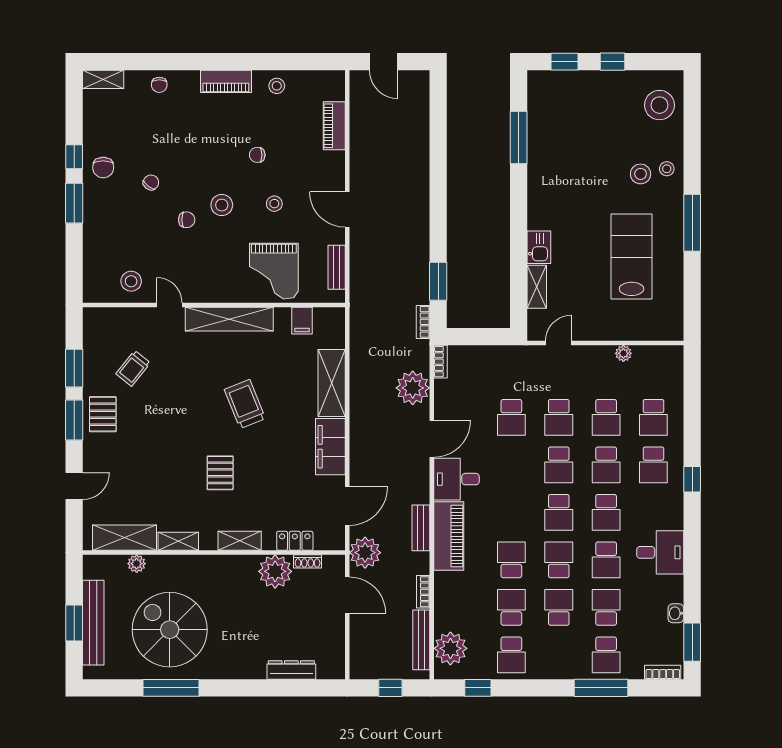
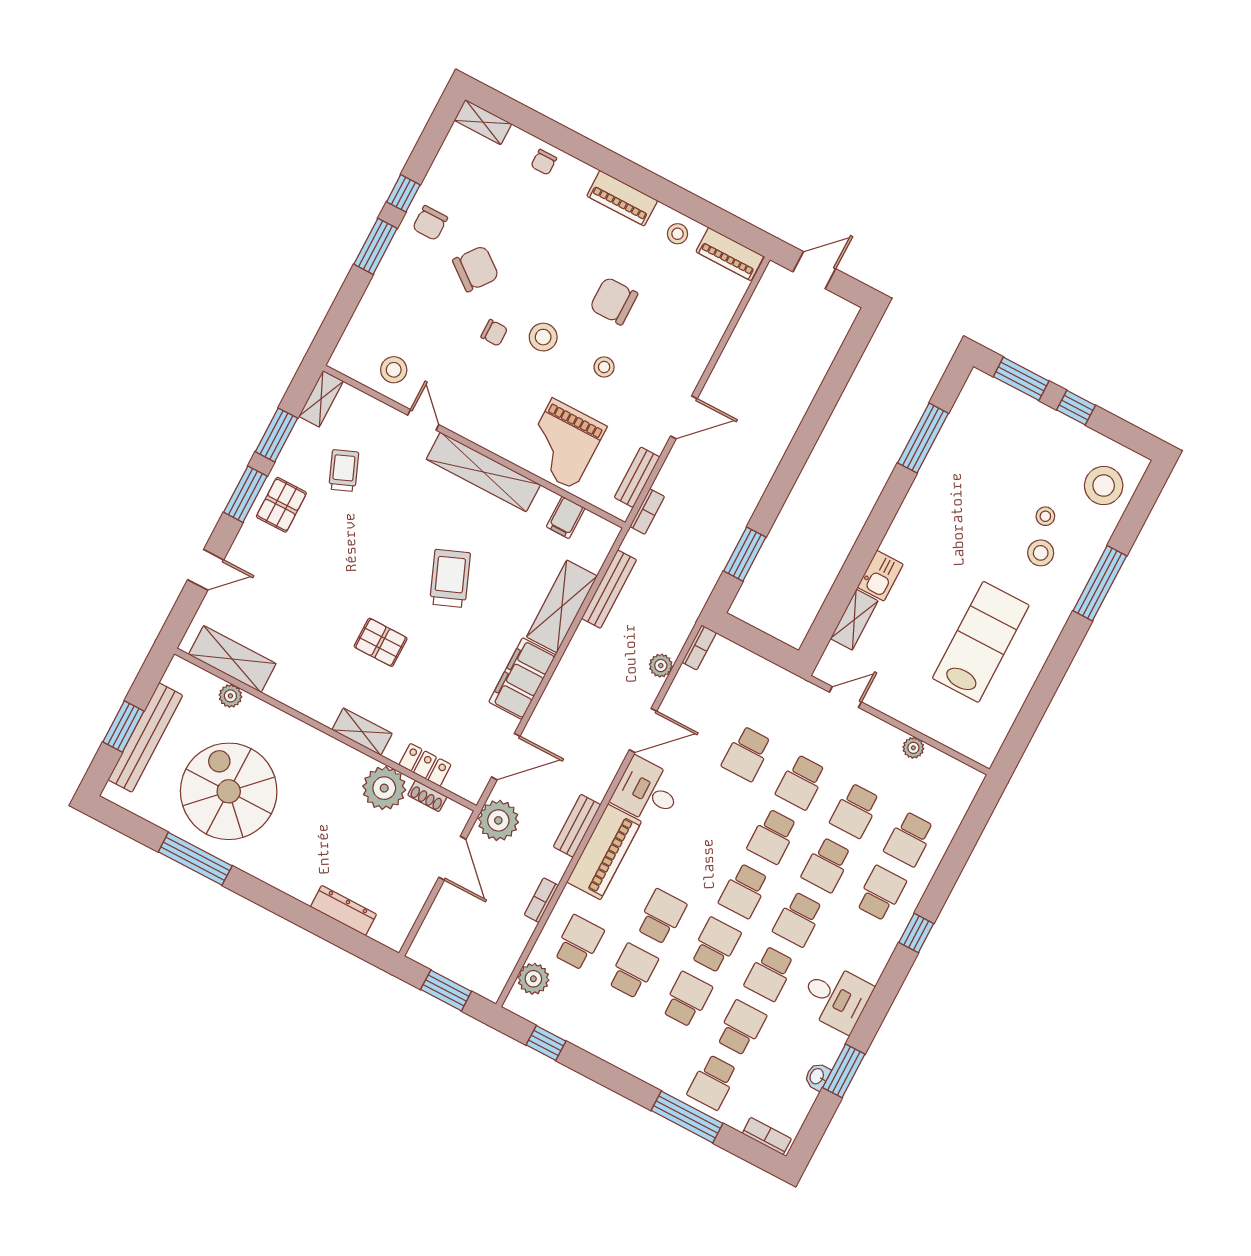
door: (384, 62) -> (814, 270), swing flipped
window: (564, 62) -> (1021, 379), width x1.50
piano: (334, 126) -> (730, 254), moved, turned -90
chair: (257, 155) -> (614, 301), width x1.87, depth x1.87
stool: (667, 169) -> (1045, 516), moved
chair: (151, 182) -> (476, 269), width x1.87, depth x1.87
door: (347, 209) -> (684, 417), swing flipped
window: (692, 223) -> (1100, 583), moved
bookcase: (423, 322) -> (647, 512), moved, turned 180
trolley: (133, 368) -> (344, 471), turned 119
plant: (413, 388) -> (661, 666), width x0.53, depth x0.53
school desk: (653, 465) -> (881, 893), turned 180
pallet: (220, 473) -> (381, 642), turned 90
shelving: (178, 541) -> (321, 399), moved, turned 90
bench: (421, 640) -> (609, 589), moved
window: (692, 642) -> (844, 1071), moved
plant: (450, 648) -> (533, 979), width x0.73, depth x0.73
school desk: (511, 655) -> (579, 943), moved, turned 180
window: (390, 688) -> (446, 990), width x1.50

